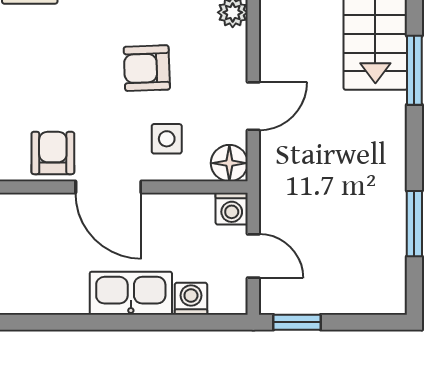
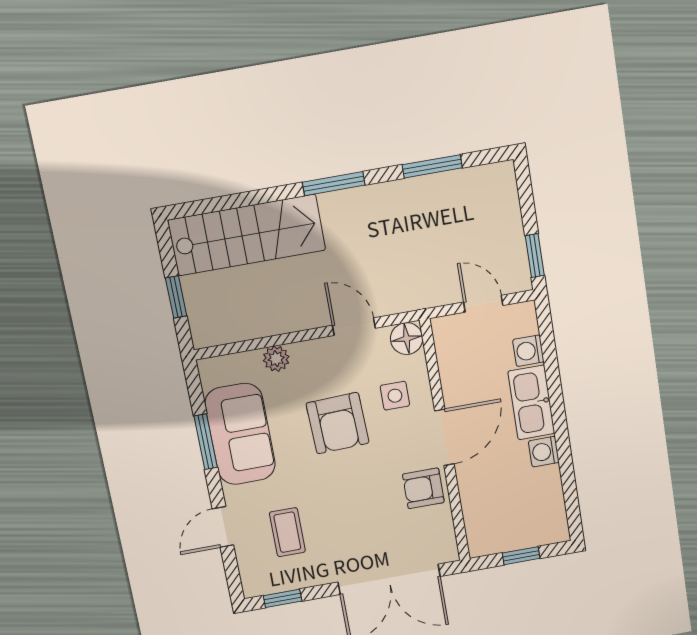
armchair: (147, 68) -> (338, 423), width x1.38, depth x1.38
window: (414, 70) -> (334, 184), moved
washing machine: (232, 209) -> (544, 452), moved, turned 180
door: (253, 256) -> (483, 304), hinge flipped

